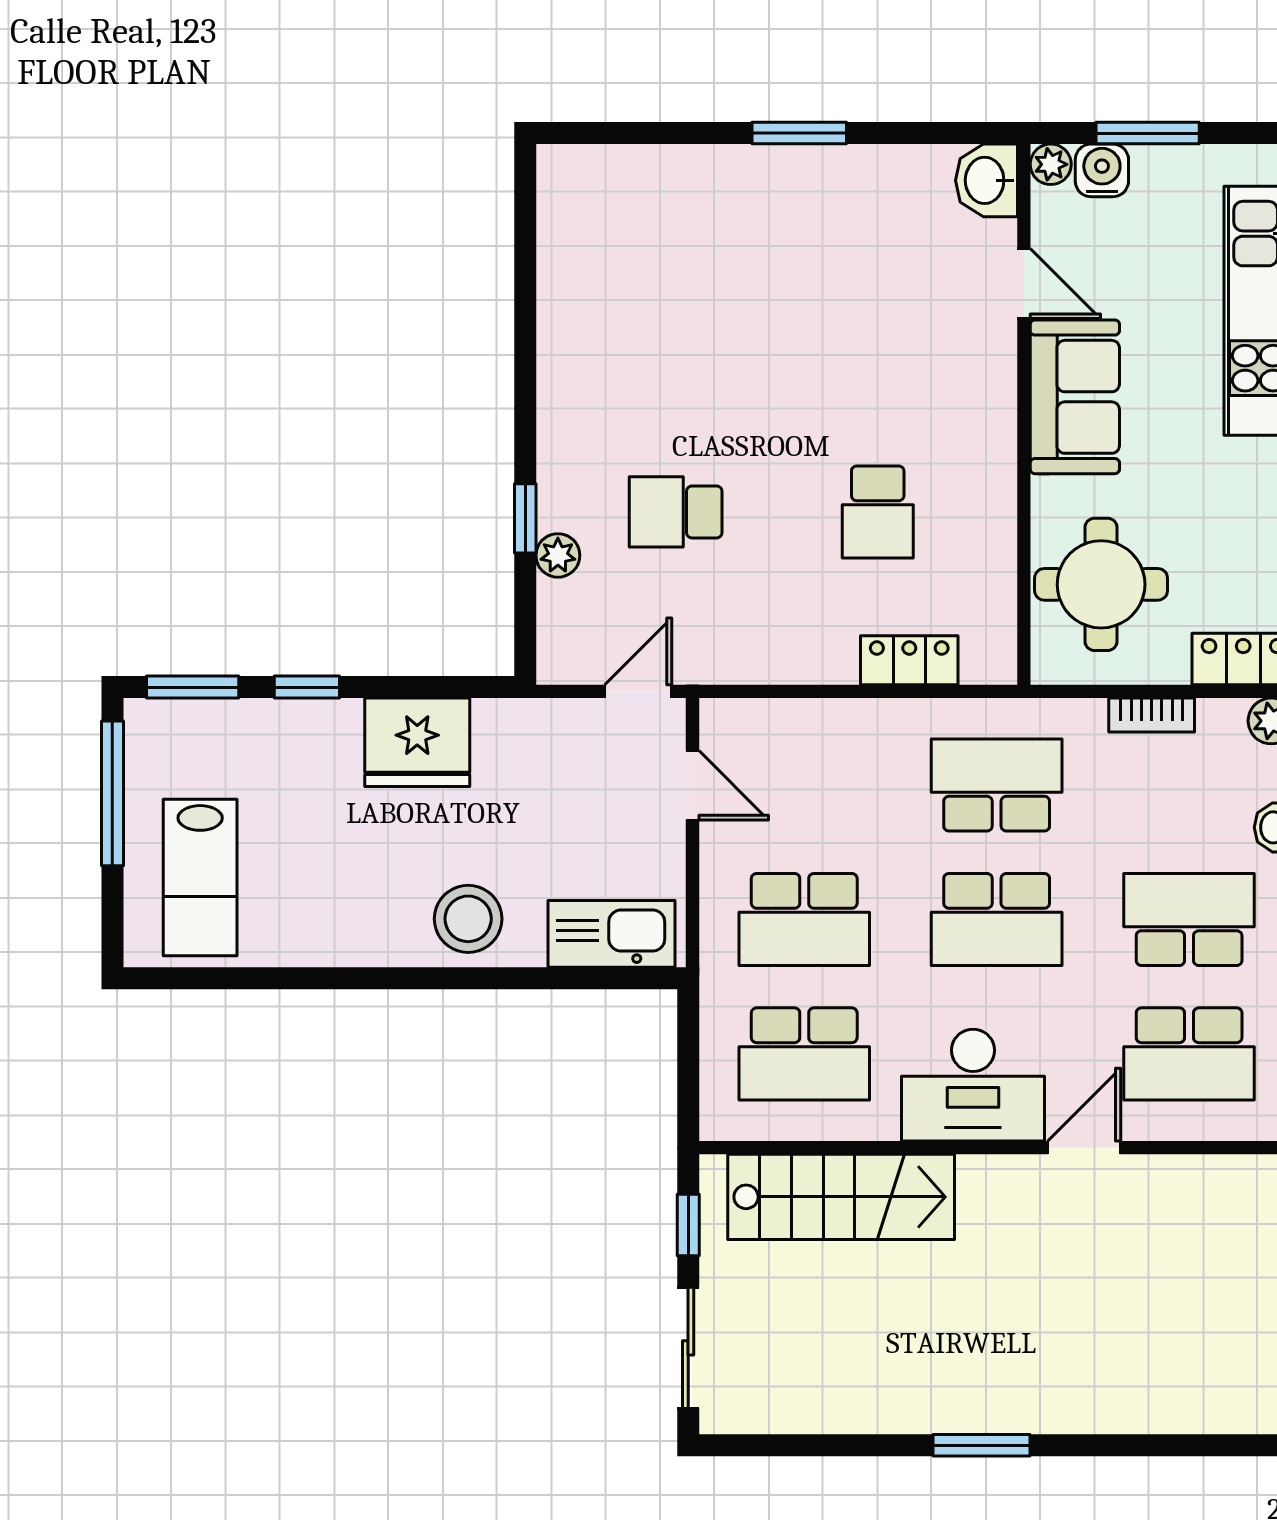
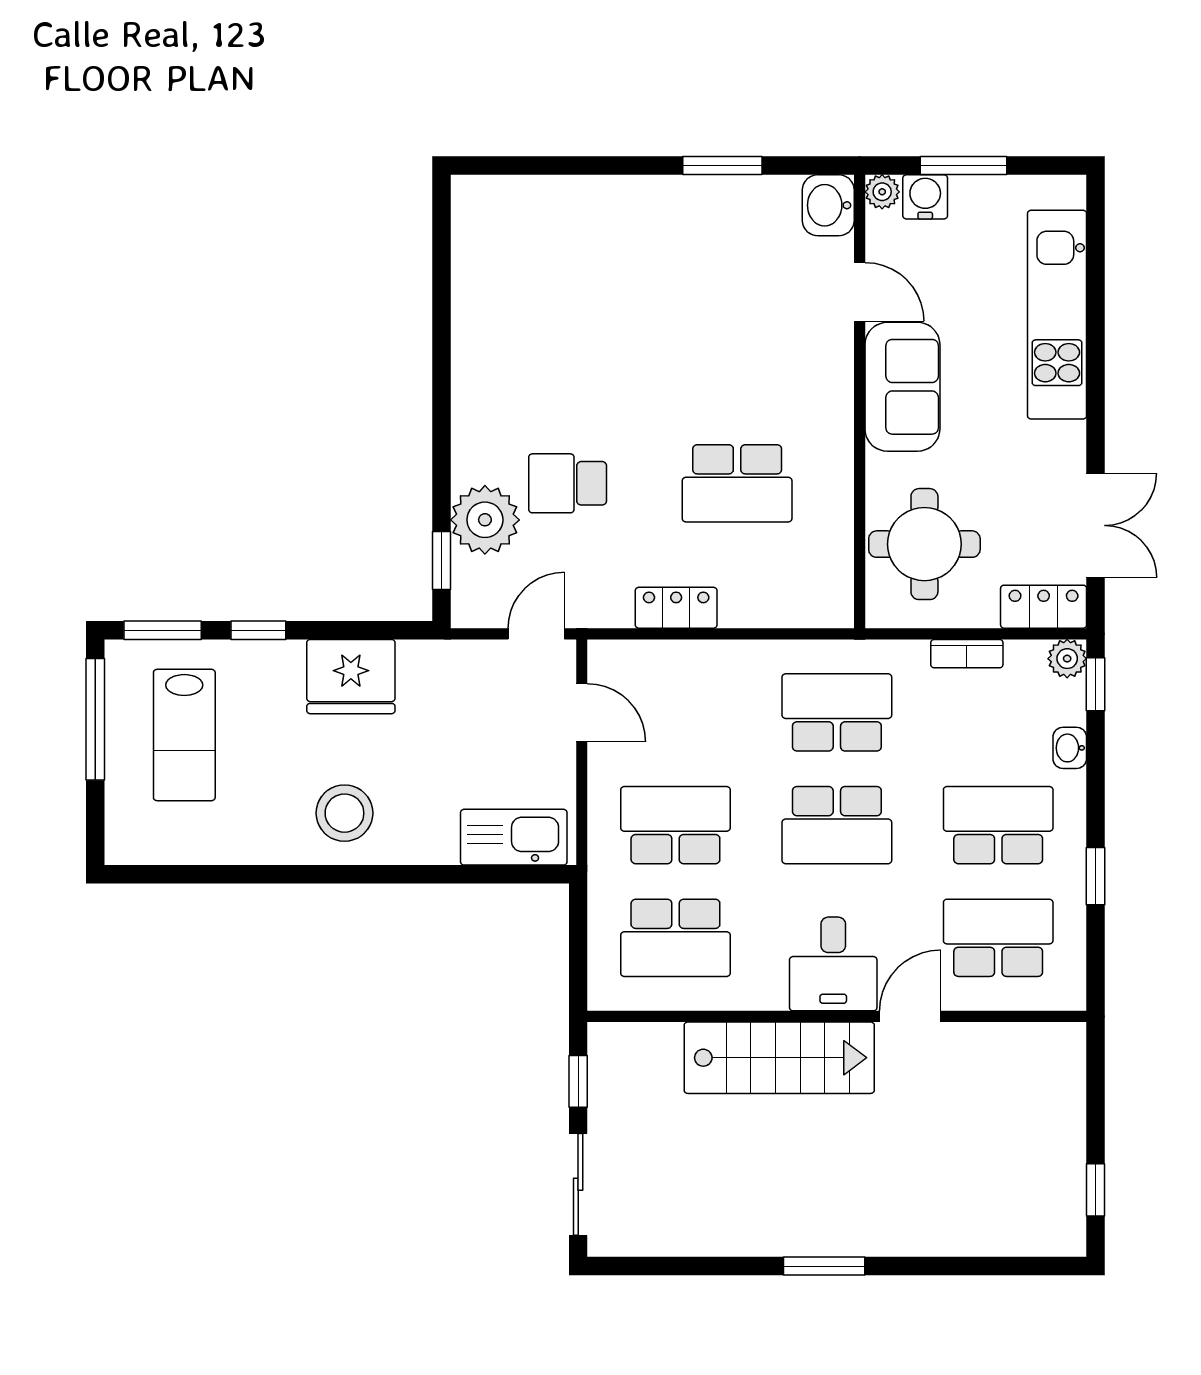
window: (799, 133) -> (722, 166), moved
school desk: (878, 512) -> (737, 483), width x1.85
window: (525, 518) -> (441, 561), moved
plant: (558, 555) -> (485, 520), width x1.88, depth x1.88
locker: (909, 660) -> (676, 608), moved
lab bench: (200, 878) -> (184, 735), moved
stool: (468, 919) -> (344, 813), moved
school desk: (804, 919) -> (675, 825), turned 180
school desk: (1189, 1054) -> (998, 938), turned 180
desk: (973, 1085) -> (833, 964), width x0.73
stairs: (841, 1197) -> (779, 1058), moved

